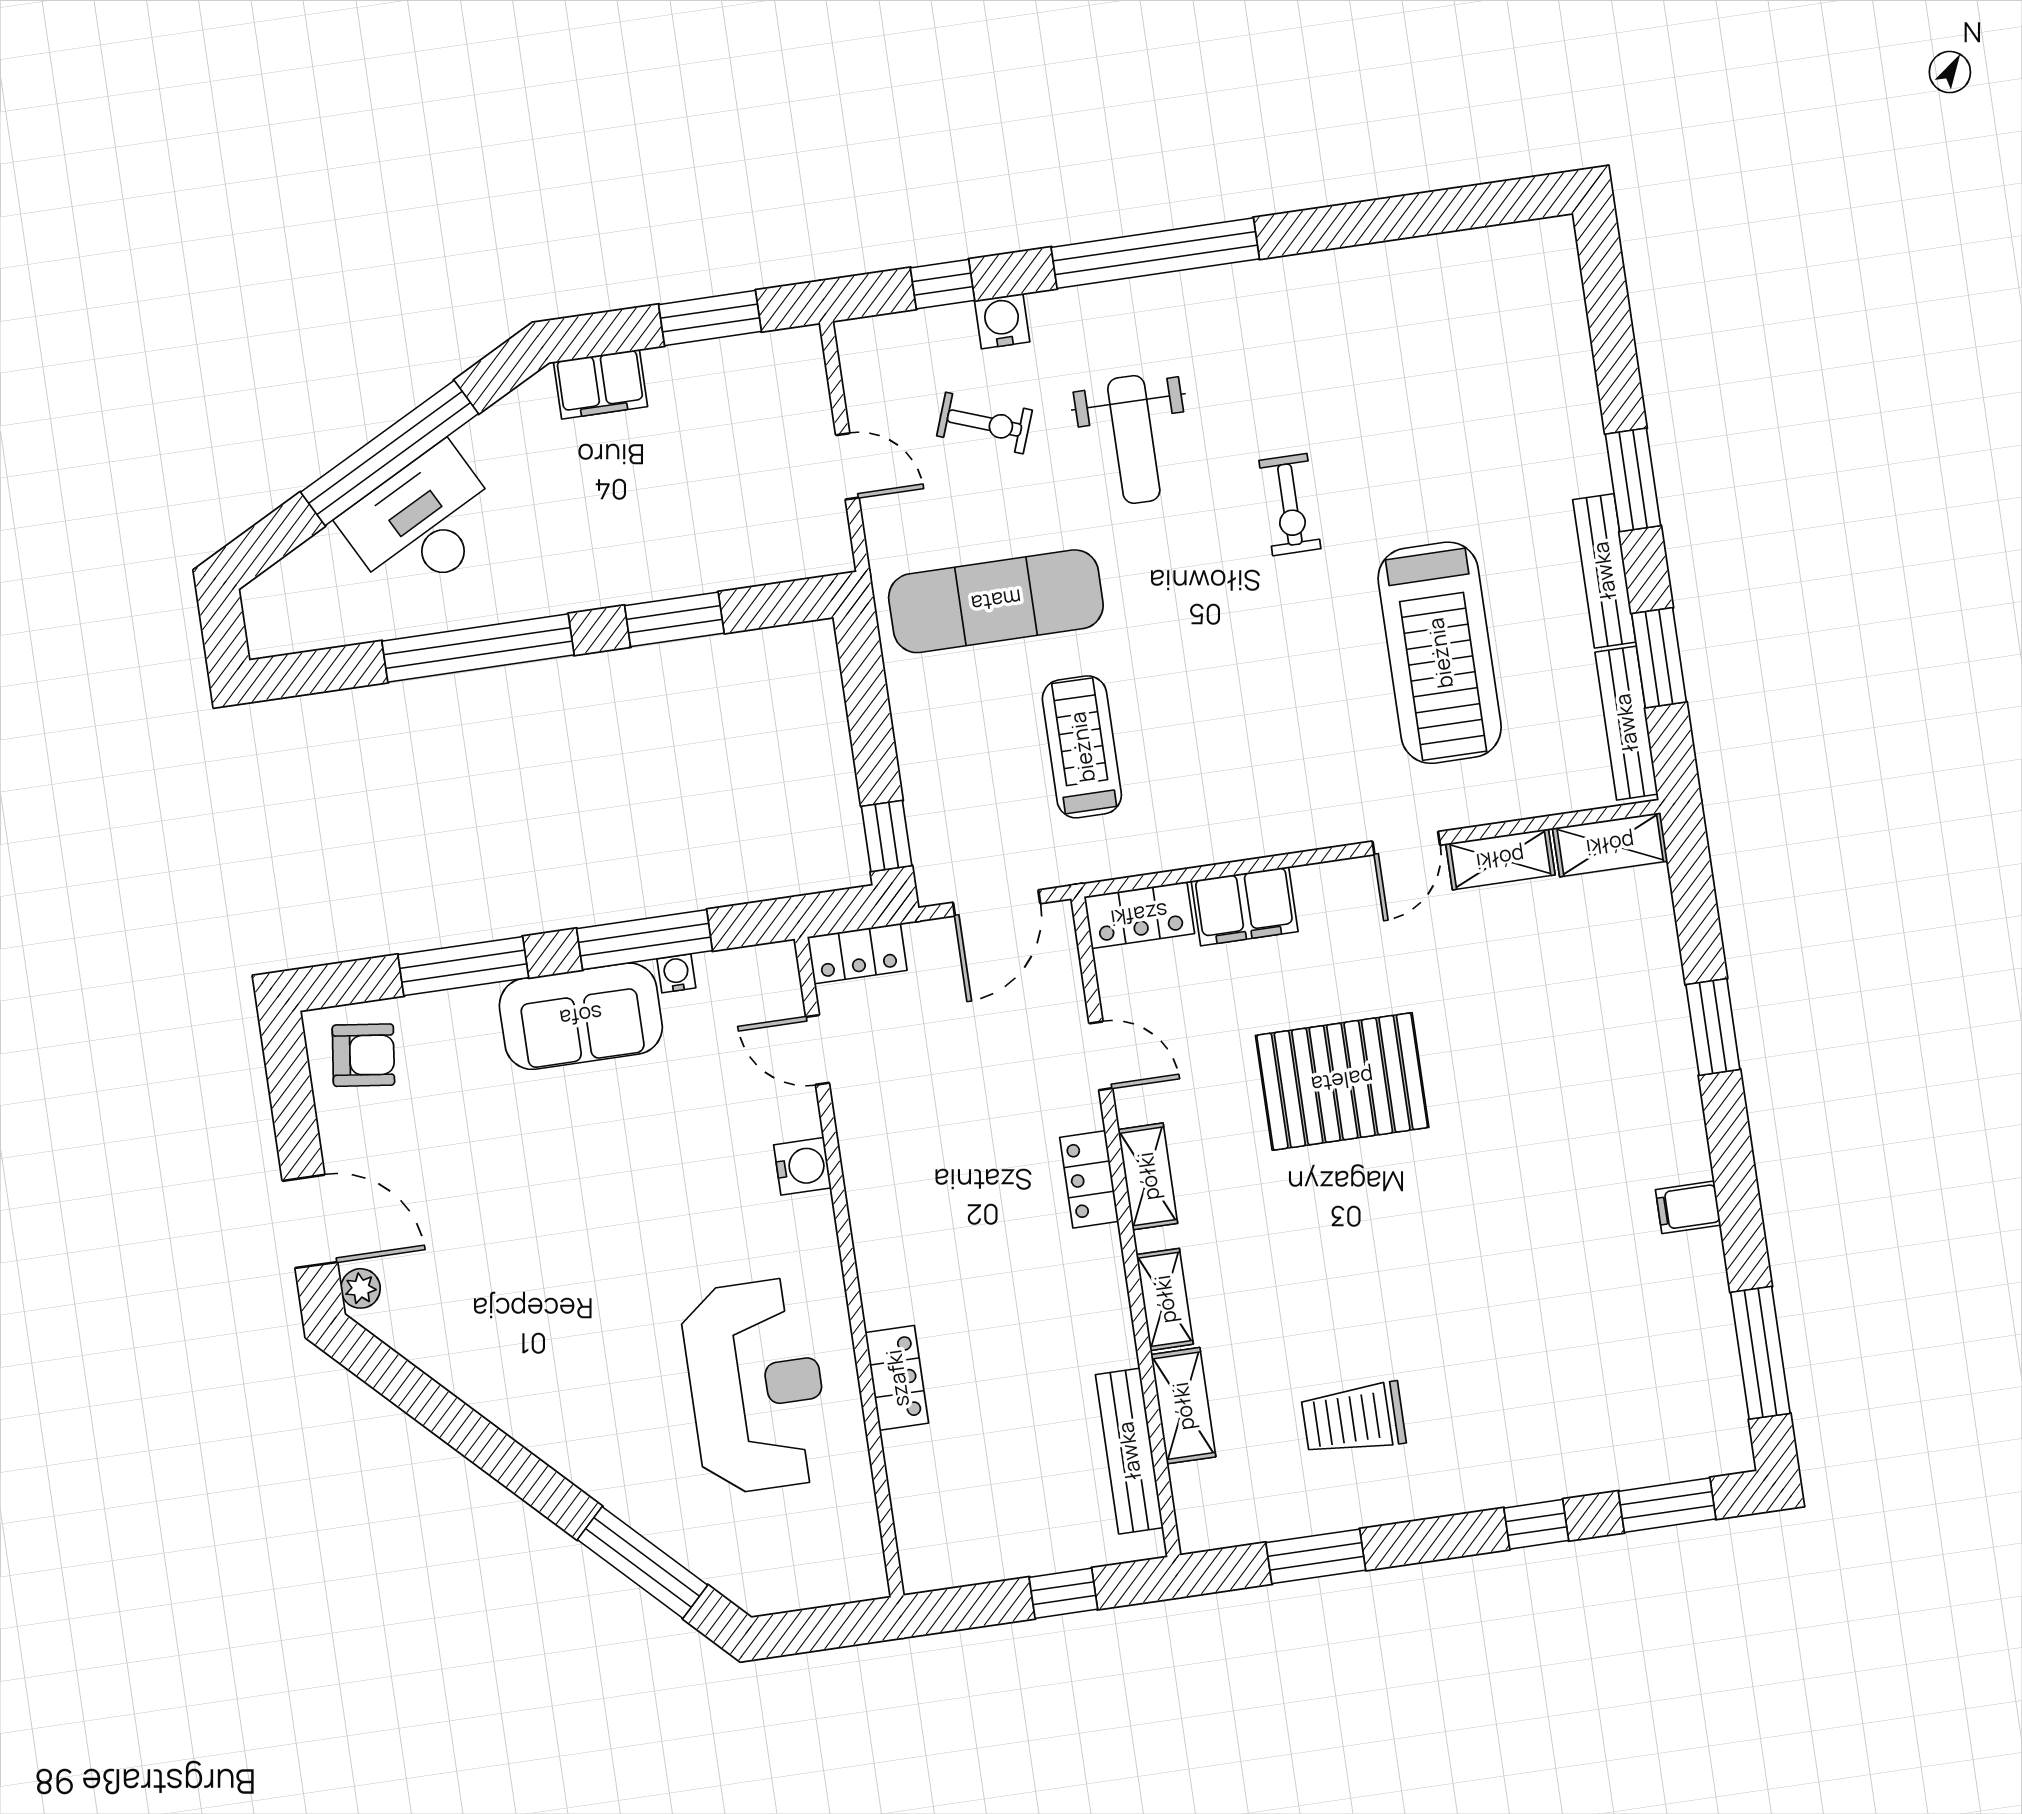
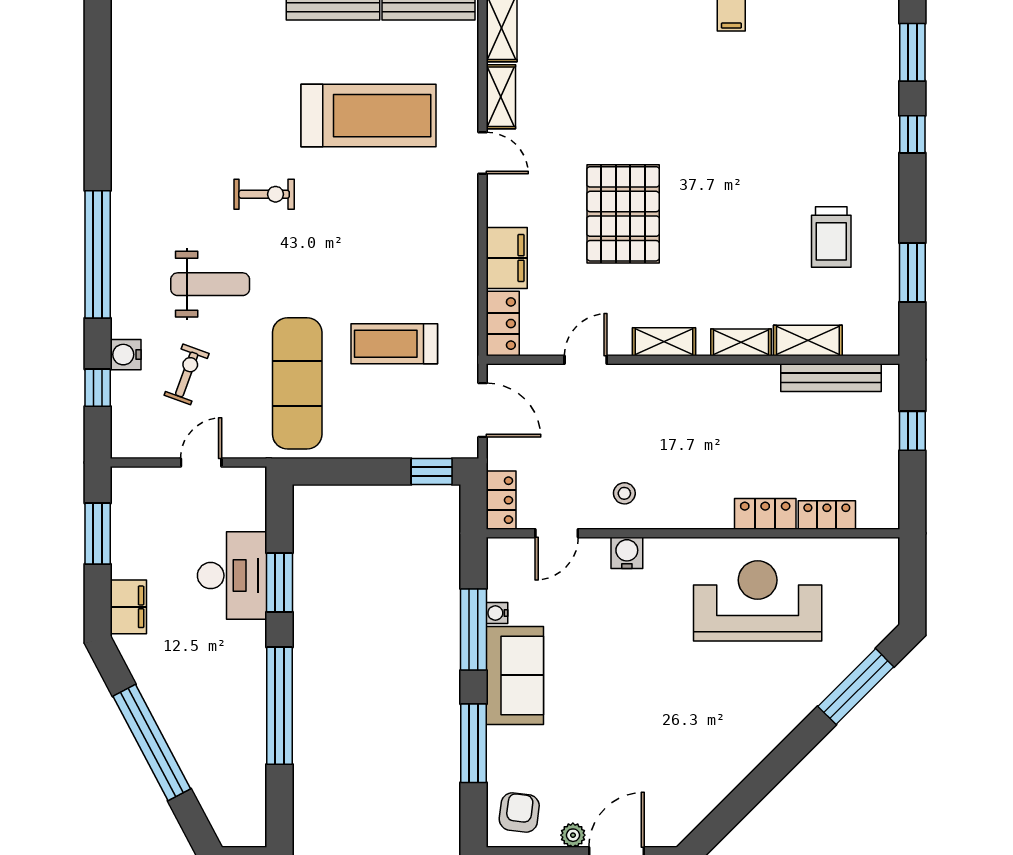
desk: (423, 523) -> (232, 576), moved, turned -152
stool: (897, 1149) -> (624, 493), added
locker: (1089, 1179) -> (827, 515), moved, turned 180
plant: (361, 1288) -> (573, 835), moved

